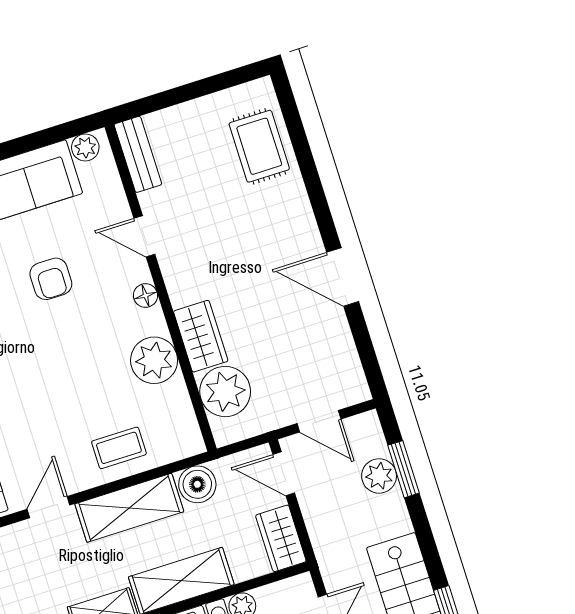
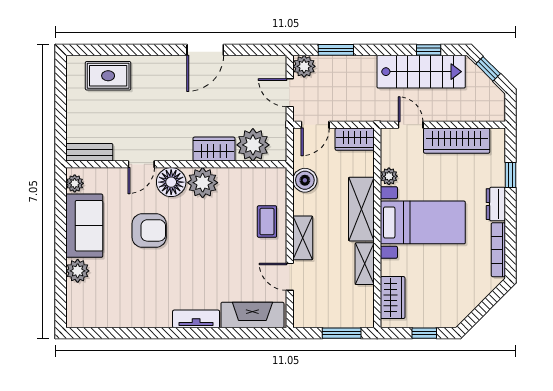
armchair: (51, 279) -> (149, 230), width x1.38, depth x1.38
floor lamp: (146, 295) -> (171, 182), width x1.89, depth x1.89
plant: (154, 360) -> (203, 183), moved
door: (319, 421) -> (290, 93), swing flipped
plant: (379, 476) -> (304, 66), moved
shelving: (129, 508) -> (303, 238), width x0.67, depth x0.75

